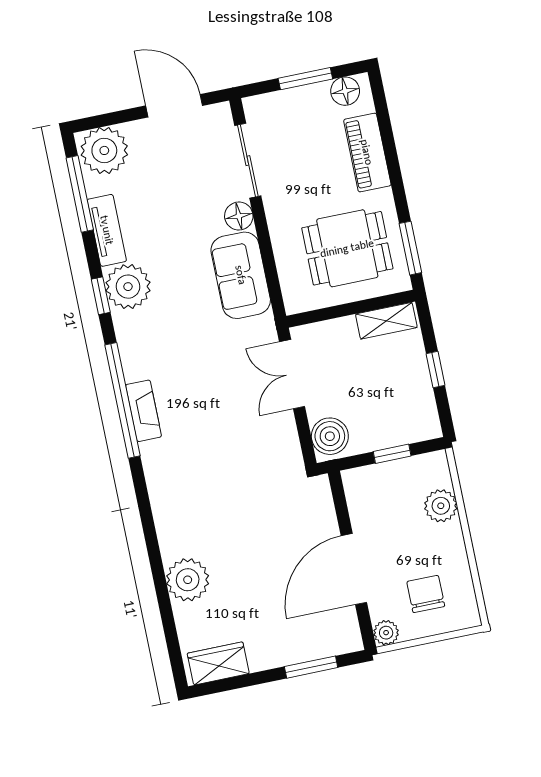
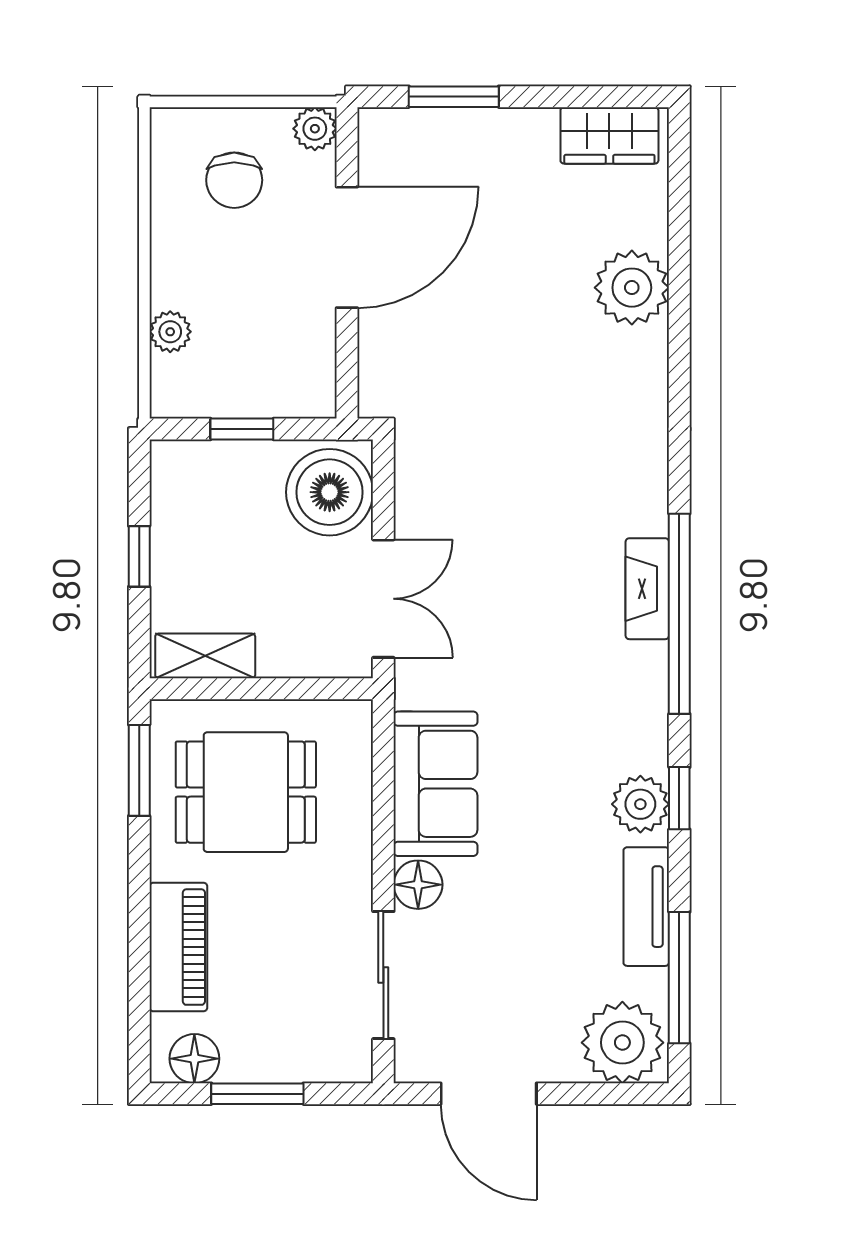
plant: (128, 287) -> (640, 804), width x0.73, depth x0.73
boiler: (330, 436) -> (330, 492), width x1.37, depth x1.37
plant: (441, 506) -> (170, 332), width x0.73, depth x0.73

